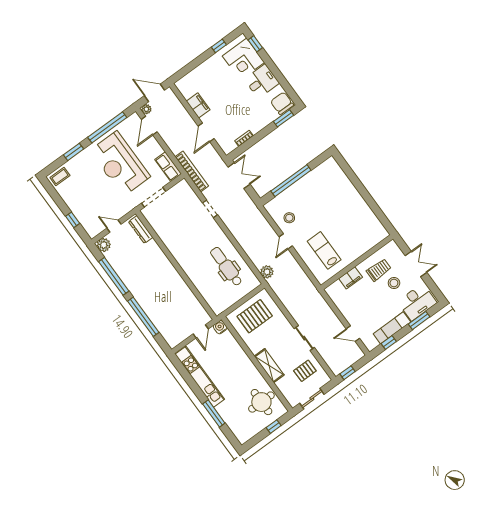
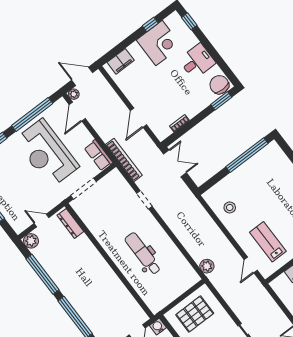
corner desk: (243, 59) -> (159, 43), moved, turned -90
filing cabinet: (198, 105) -> (121, 61), moved, turned 90
window: (291, 181) -> (247, 155), moved
door: (286, 241) -> (251, 265), moved
dental chair: (226, 267) -> (143, 254), moved

